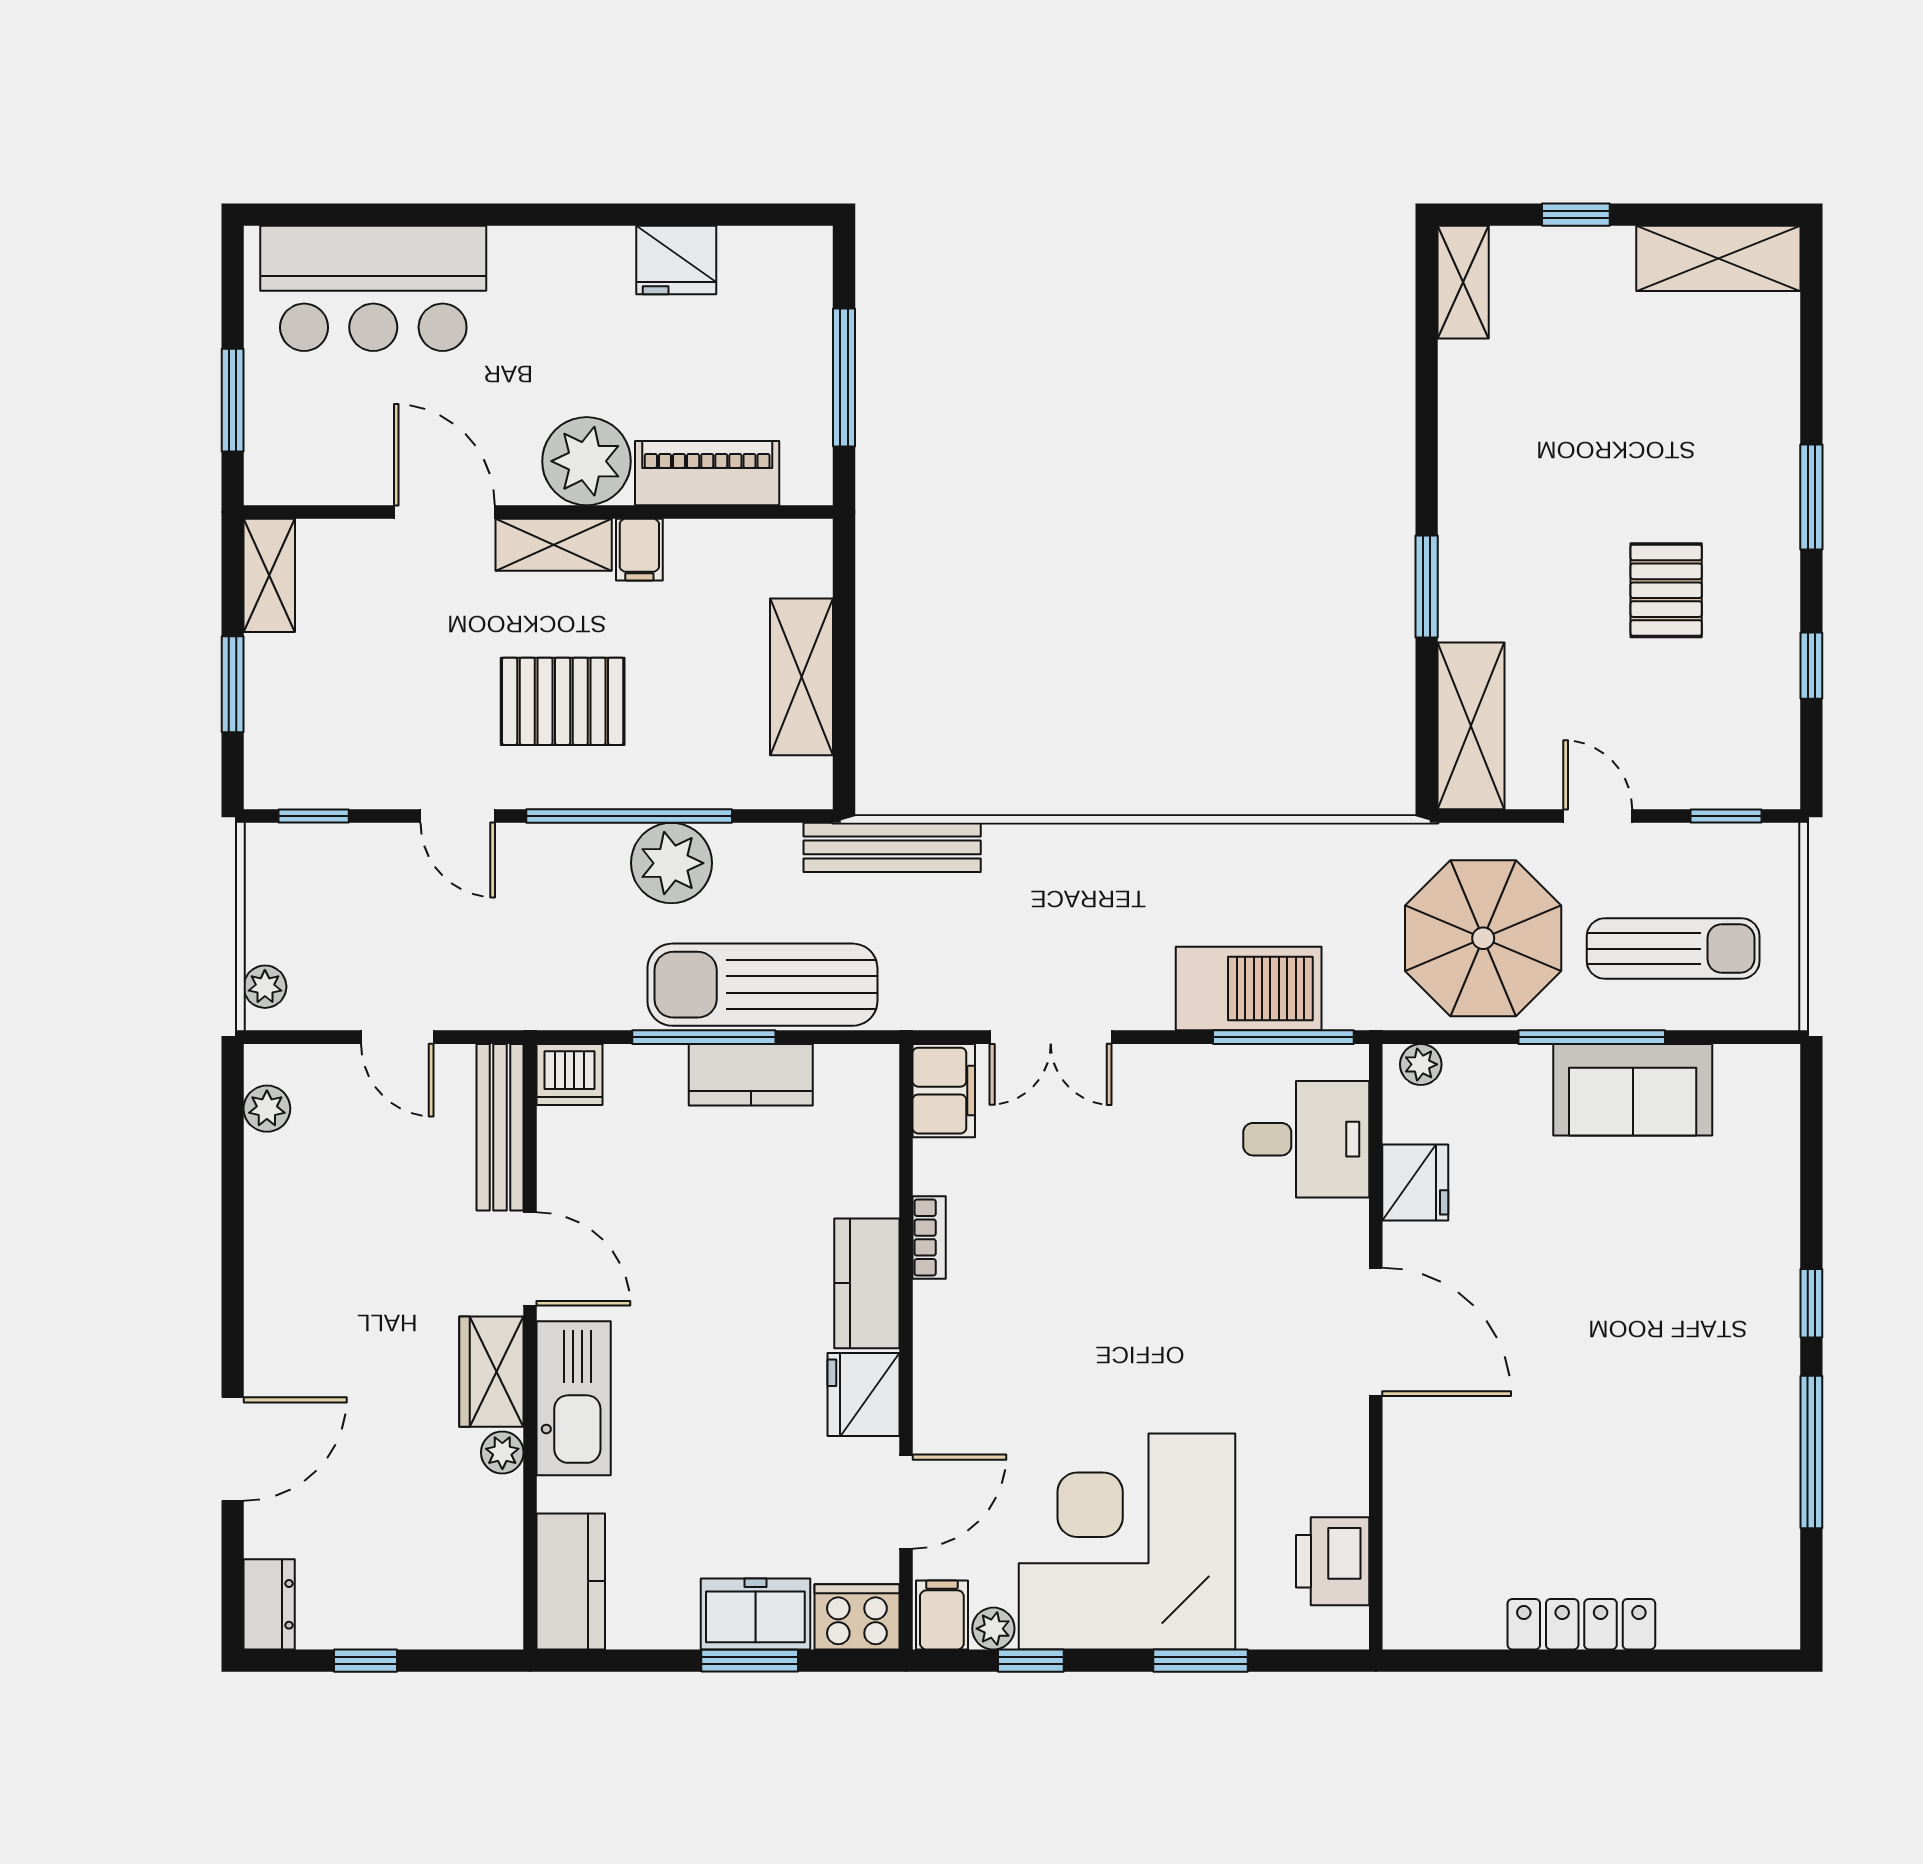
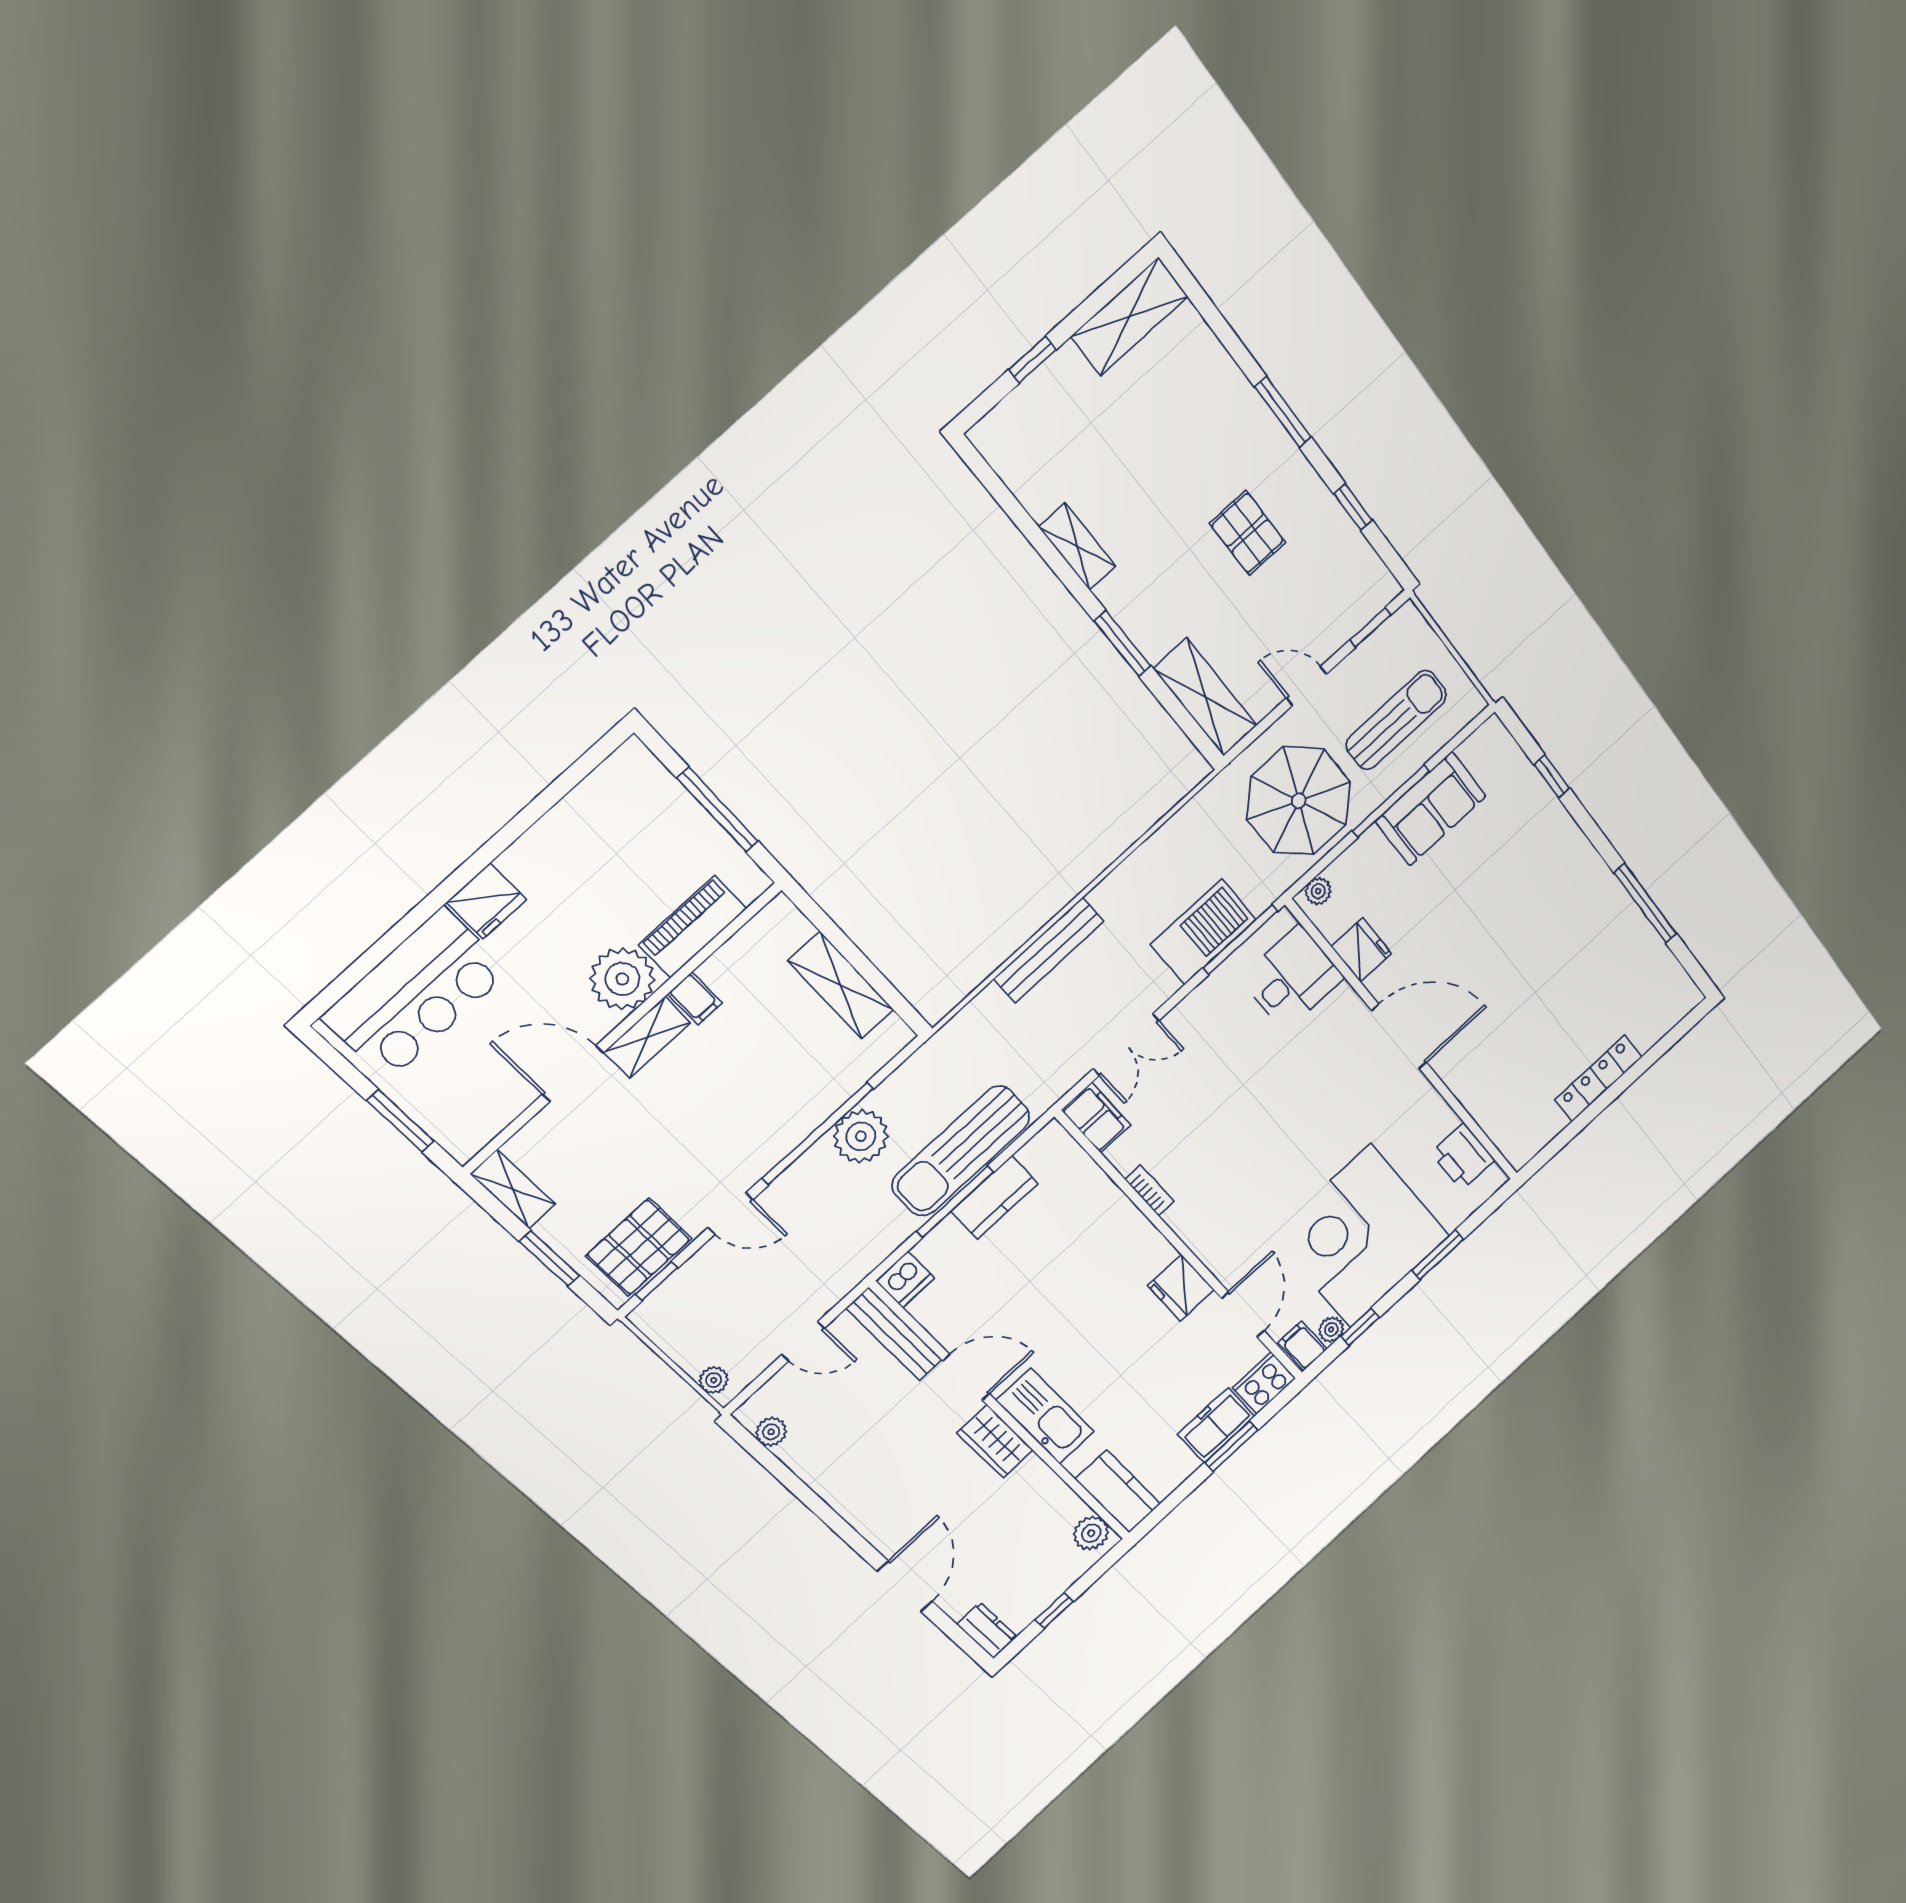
fridge: (676, 260) -> (487, 901), moved
shelving: (1463, 282) -> (1077, 547), moved
pallet: (563, 701) -> (639, 1247), moved
bench: (892, 847) -> (1049, 950), moved
kitchen counter: (867, 1283) -> (1138, 1238), removed
window: (1811, 1303) -> (1552, 776), moved
plant: (502, 1452) -> (1091, 1533), moved, width x1.38, depth x1.38

